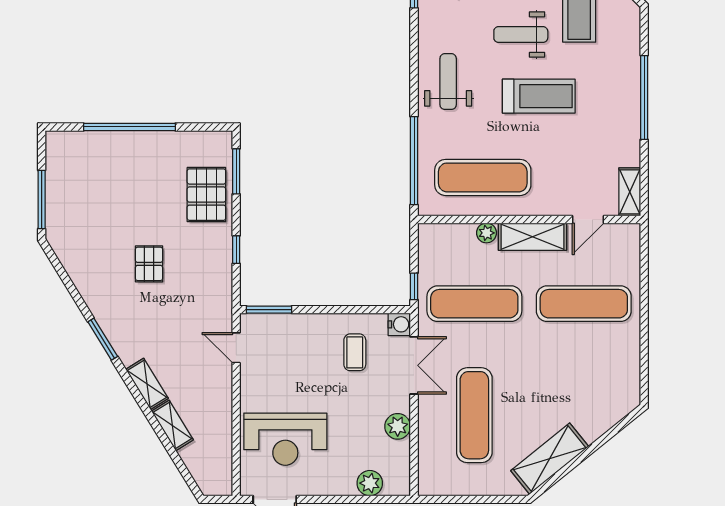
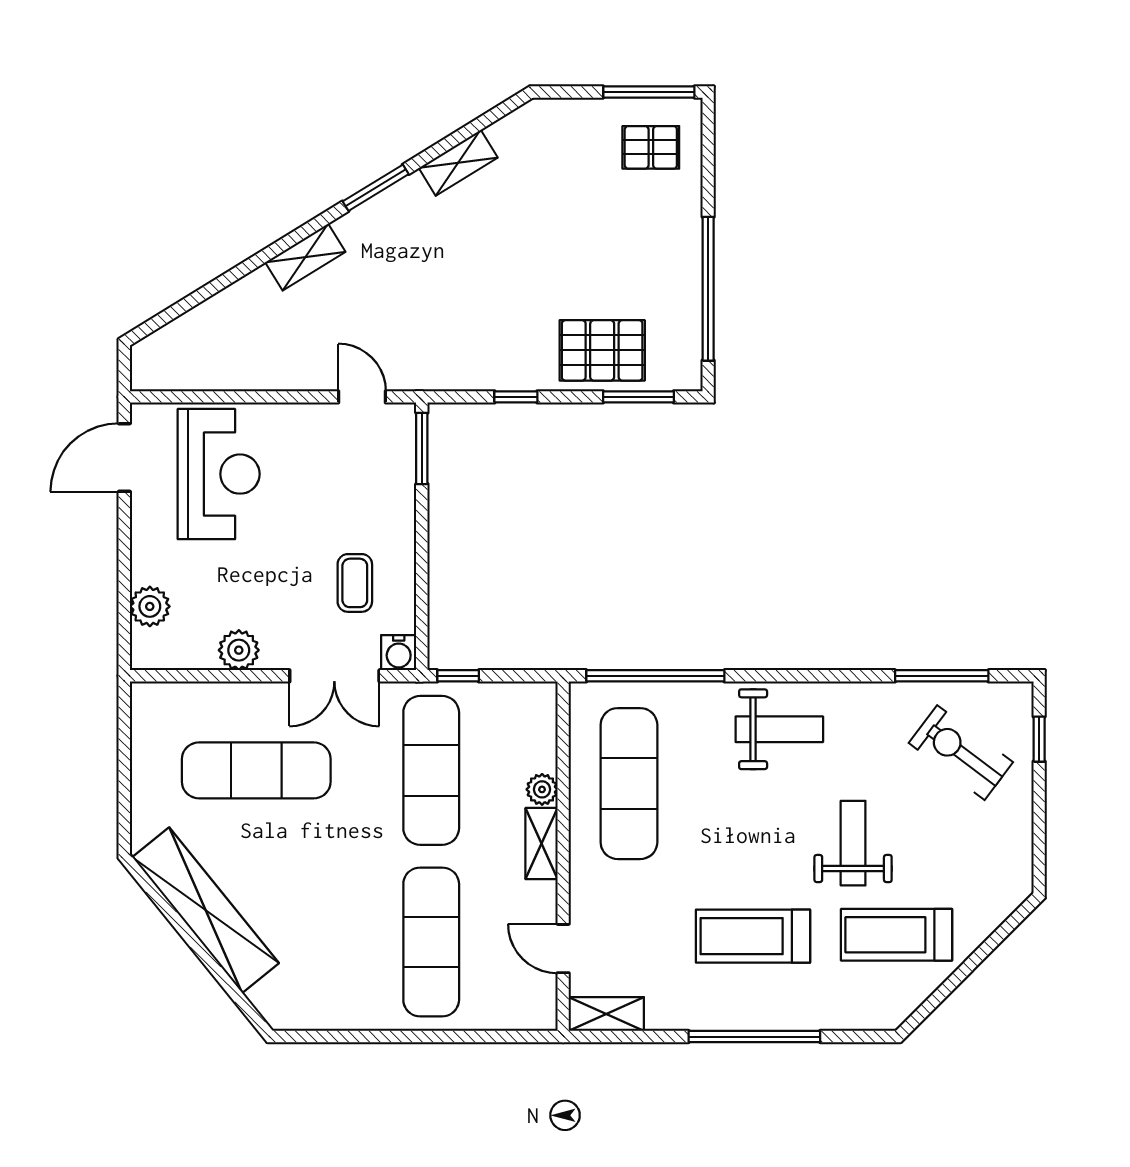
treadmill: (539, 96) -> (753, 936), moved, turned 90
window: (130, 127) -> (708, 289), moved
window: (42, 200) -> (649, 92), moved
shelving: (532, 237) -> (541, 844), width x0.67, depth x0.75
pallet: (149, 264) -> (651, 147), moved
door: (236, 348) -> (362, 397), hinge flipped
coffee table: (355, 352) -> (355, 583), turned 90
shelving: (172, 425) -> (458, 163), moved
reception desk: (285, 439) -> (219, 474), turned 180
shelving: (550, 459) -> (206, 910), width x1.47

